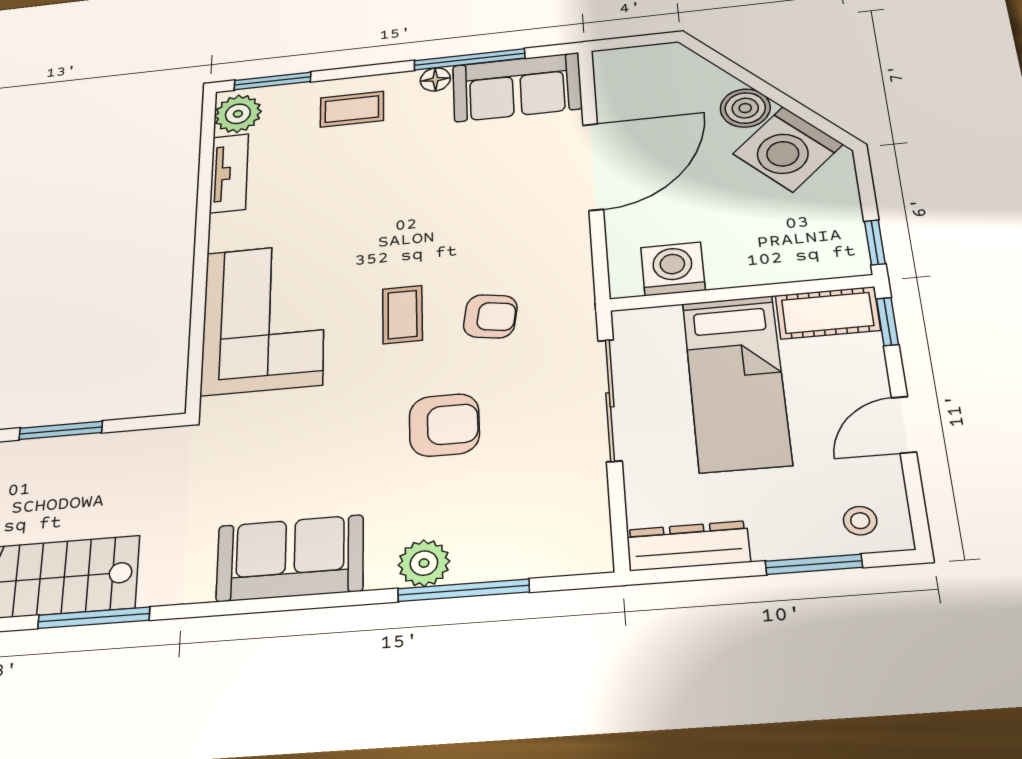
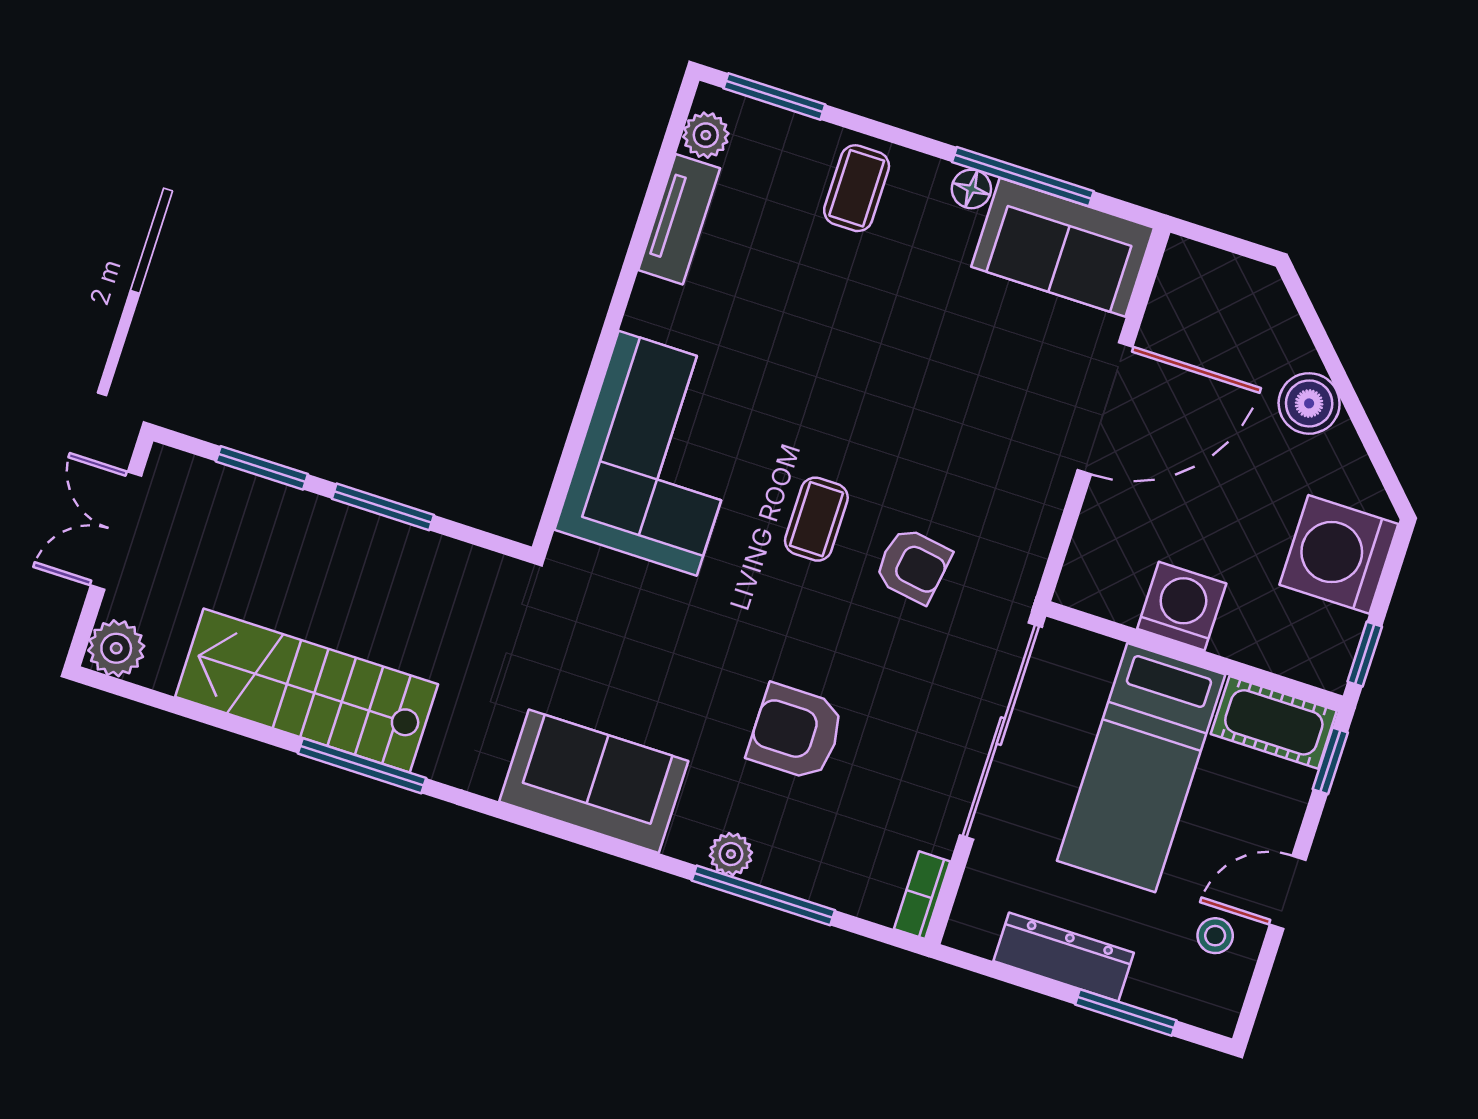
coffee table: (352, 109) -> (857, 188), turned 90
plant: (238, 114) -> (706, 135), width x0.73, depth x0.73
washing machine: (788, 149) -> (1339, 554), moved, turned 44
washing machine: (673, 269) -> (1182, 606), moved
sliding door: (610, 400) -> (1001, 731), width x1.36
armchair: (444, 425) -> (796, 732), moved, turned 180
stool: (860, 521) -> (1215, 936), moved
bookcase: (598, 540) -> (922, 895), added
dresser: (688, 546) -> (1064, 957), moved
plant: (424, 563) -> (731, 854), width x0.73, depth x0.73

